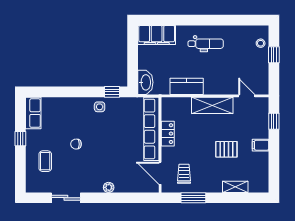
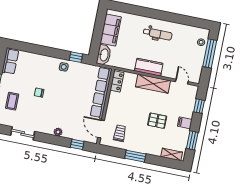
filing cabinet: (157, 35) -> (111, 30), moved, turned -90
window: (274, 55) -> (210, 53), width x2.17
kitchen counter: (187, 86) -> (149, 67), moved
locker: (168, 134) -> (117, 81), moved
window: (274, 165) -> (192, 140), added
shelving: (235, 187) -> (172, 154), moved
window: (135, 198) -> (77, 144), added
window: (193, 198) -> (135, 156), moved

